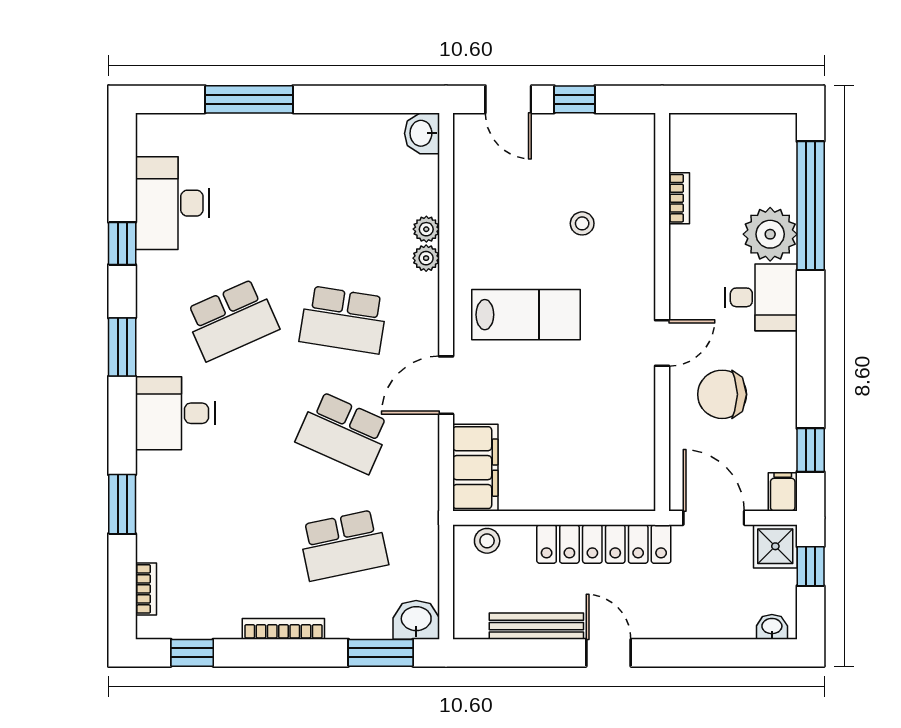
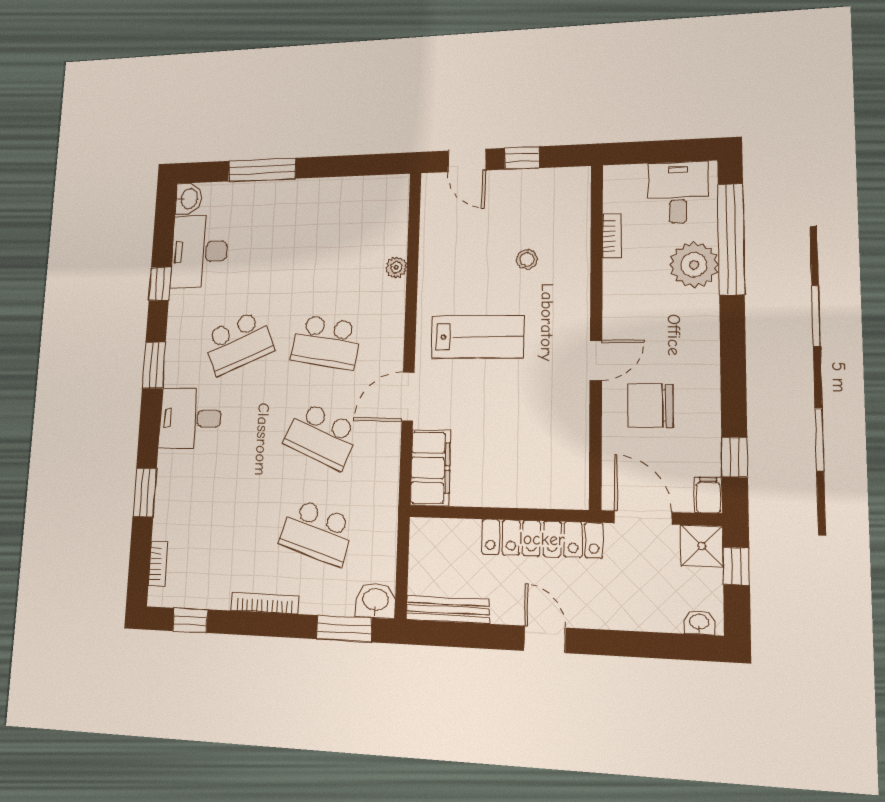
washbasin: (422, 133) -> (189, 199), moved, turned 180
plant: (426, 258) -> (395, 291), removed
desk: (761, 297) -> (678, 192), moved, turned -90
stool: (487, 541) -> (439, 532), removed
school desk: (343, 545) -> (317, 532), turned 30
bench: (536, 626) -> (448, 610), moved

